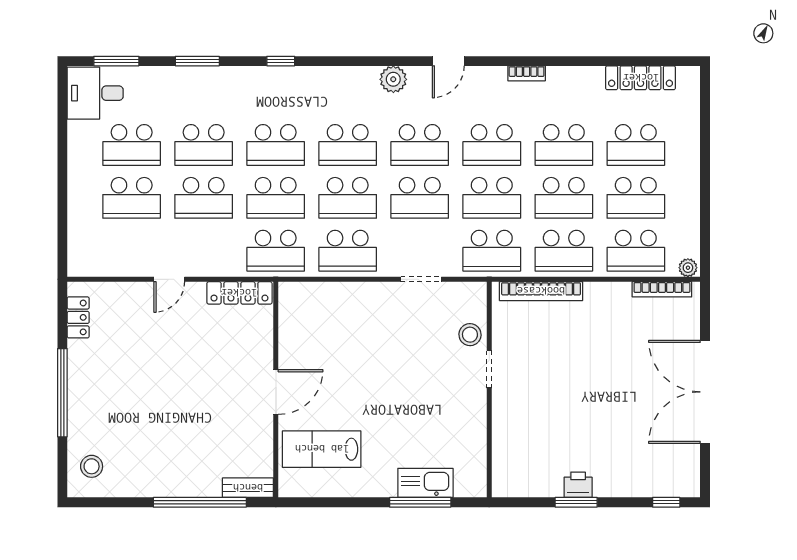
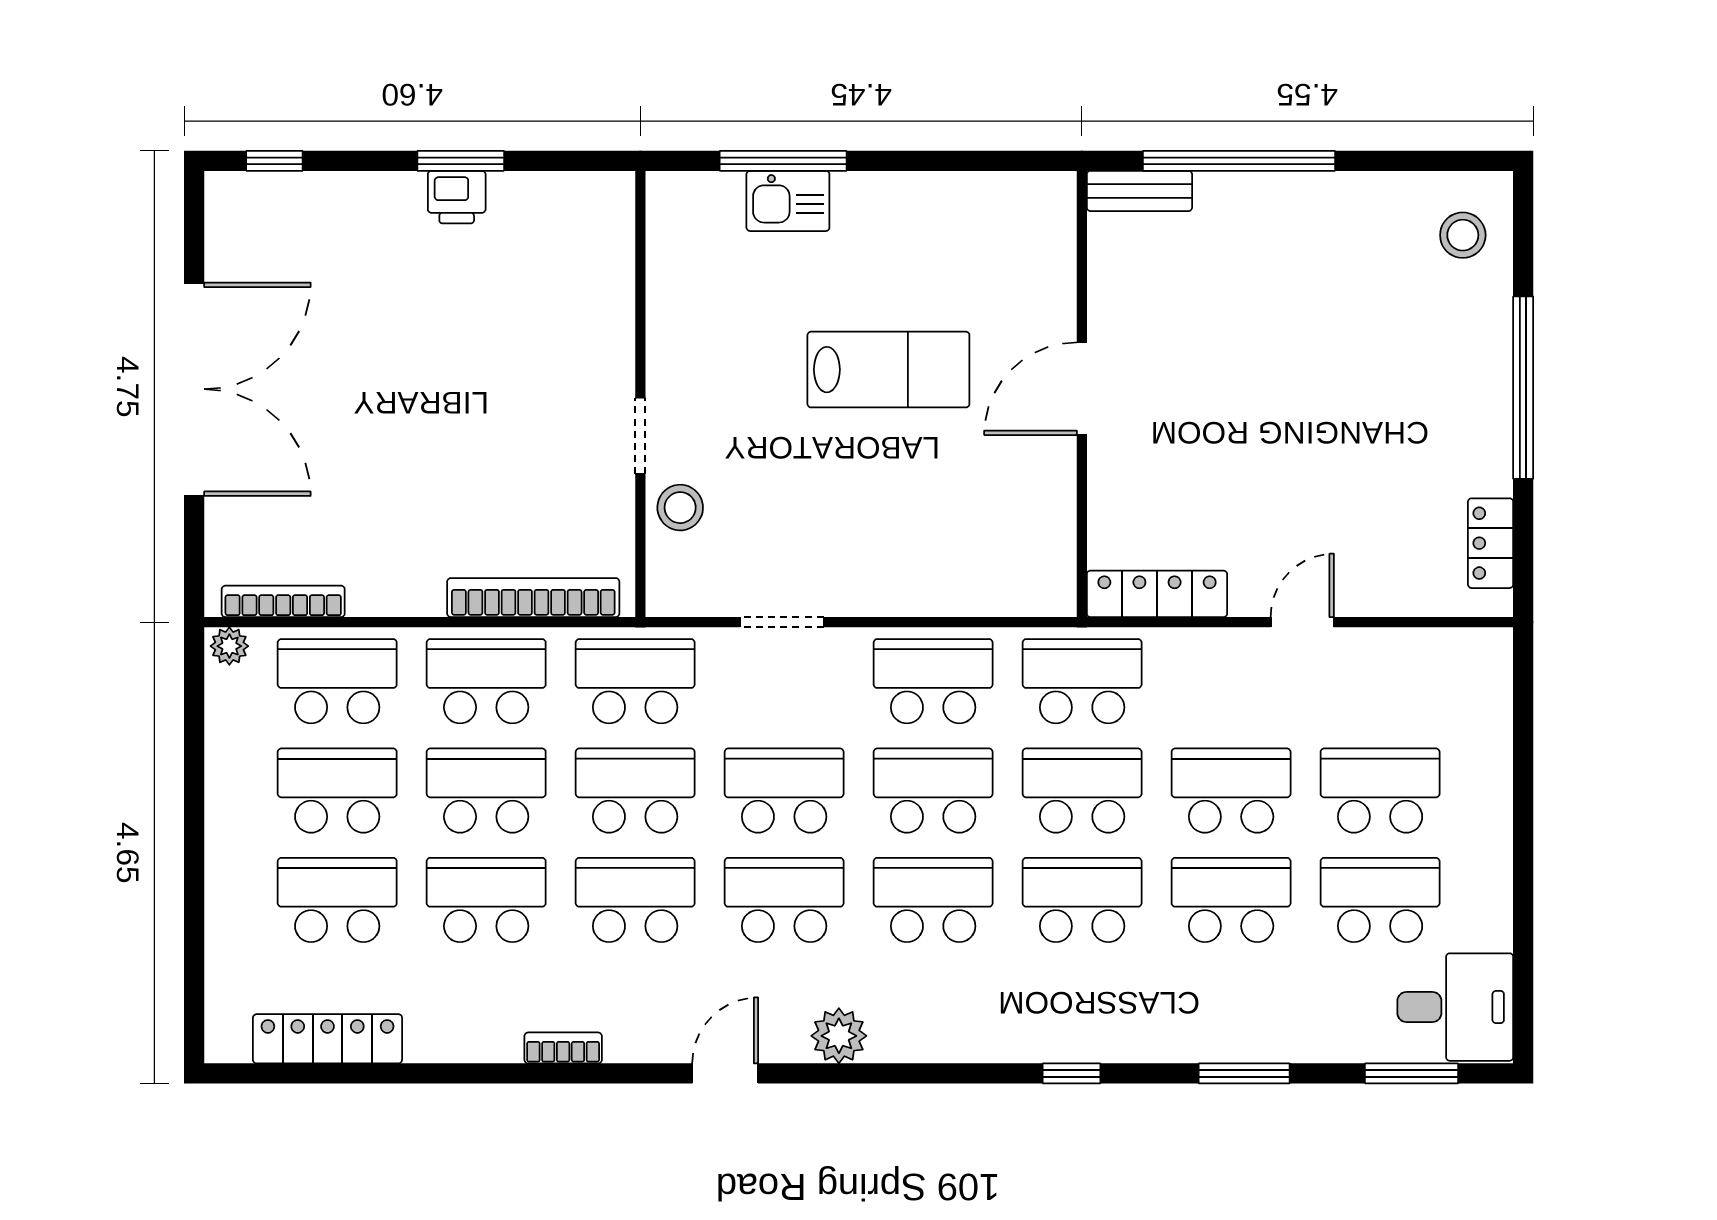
lab bench: (322, 449) -> (888, 370), moved
kitchen sink: (425, 483) -> (788, 201), width x0.73

